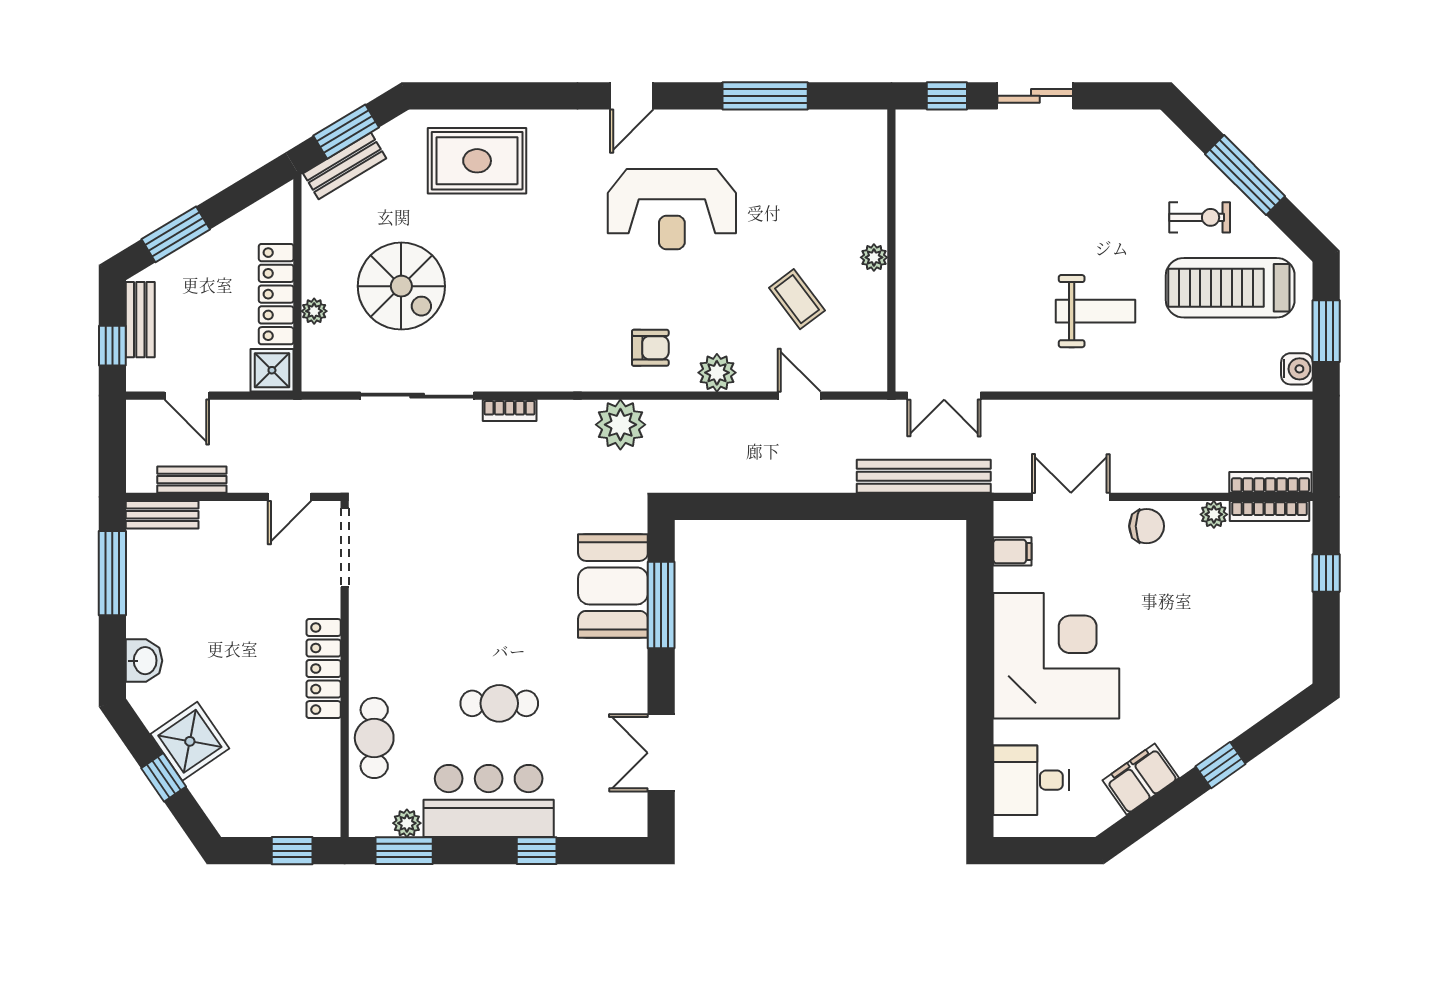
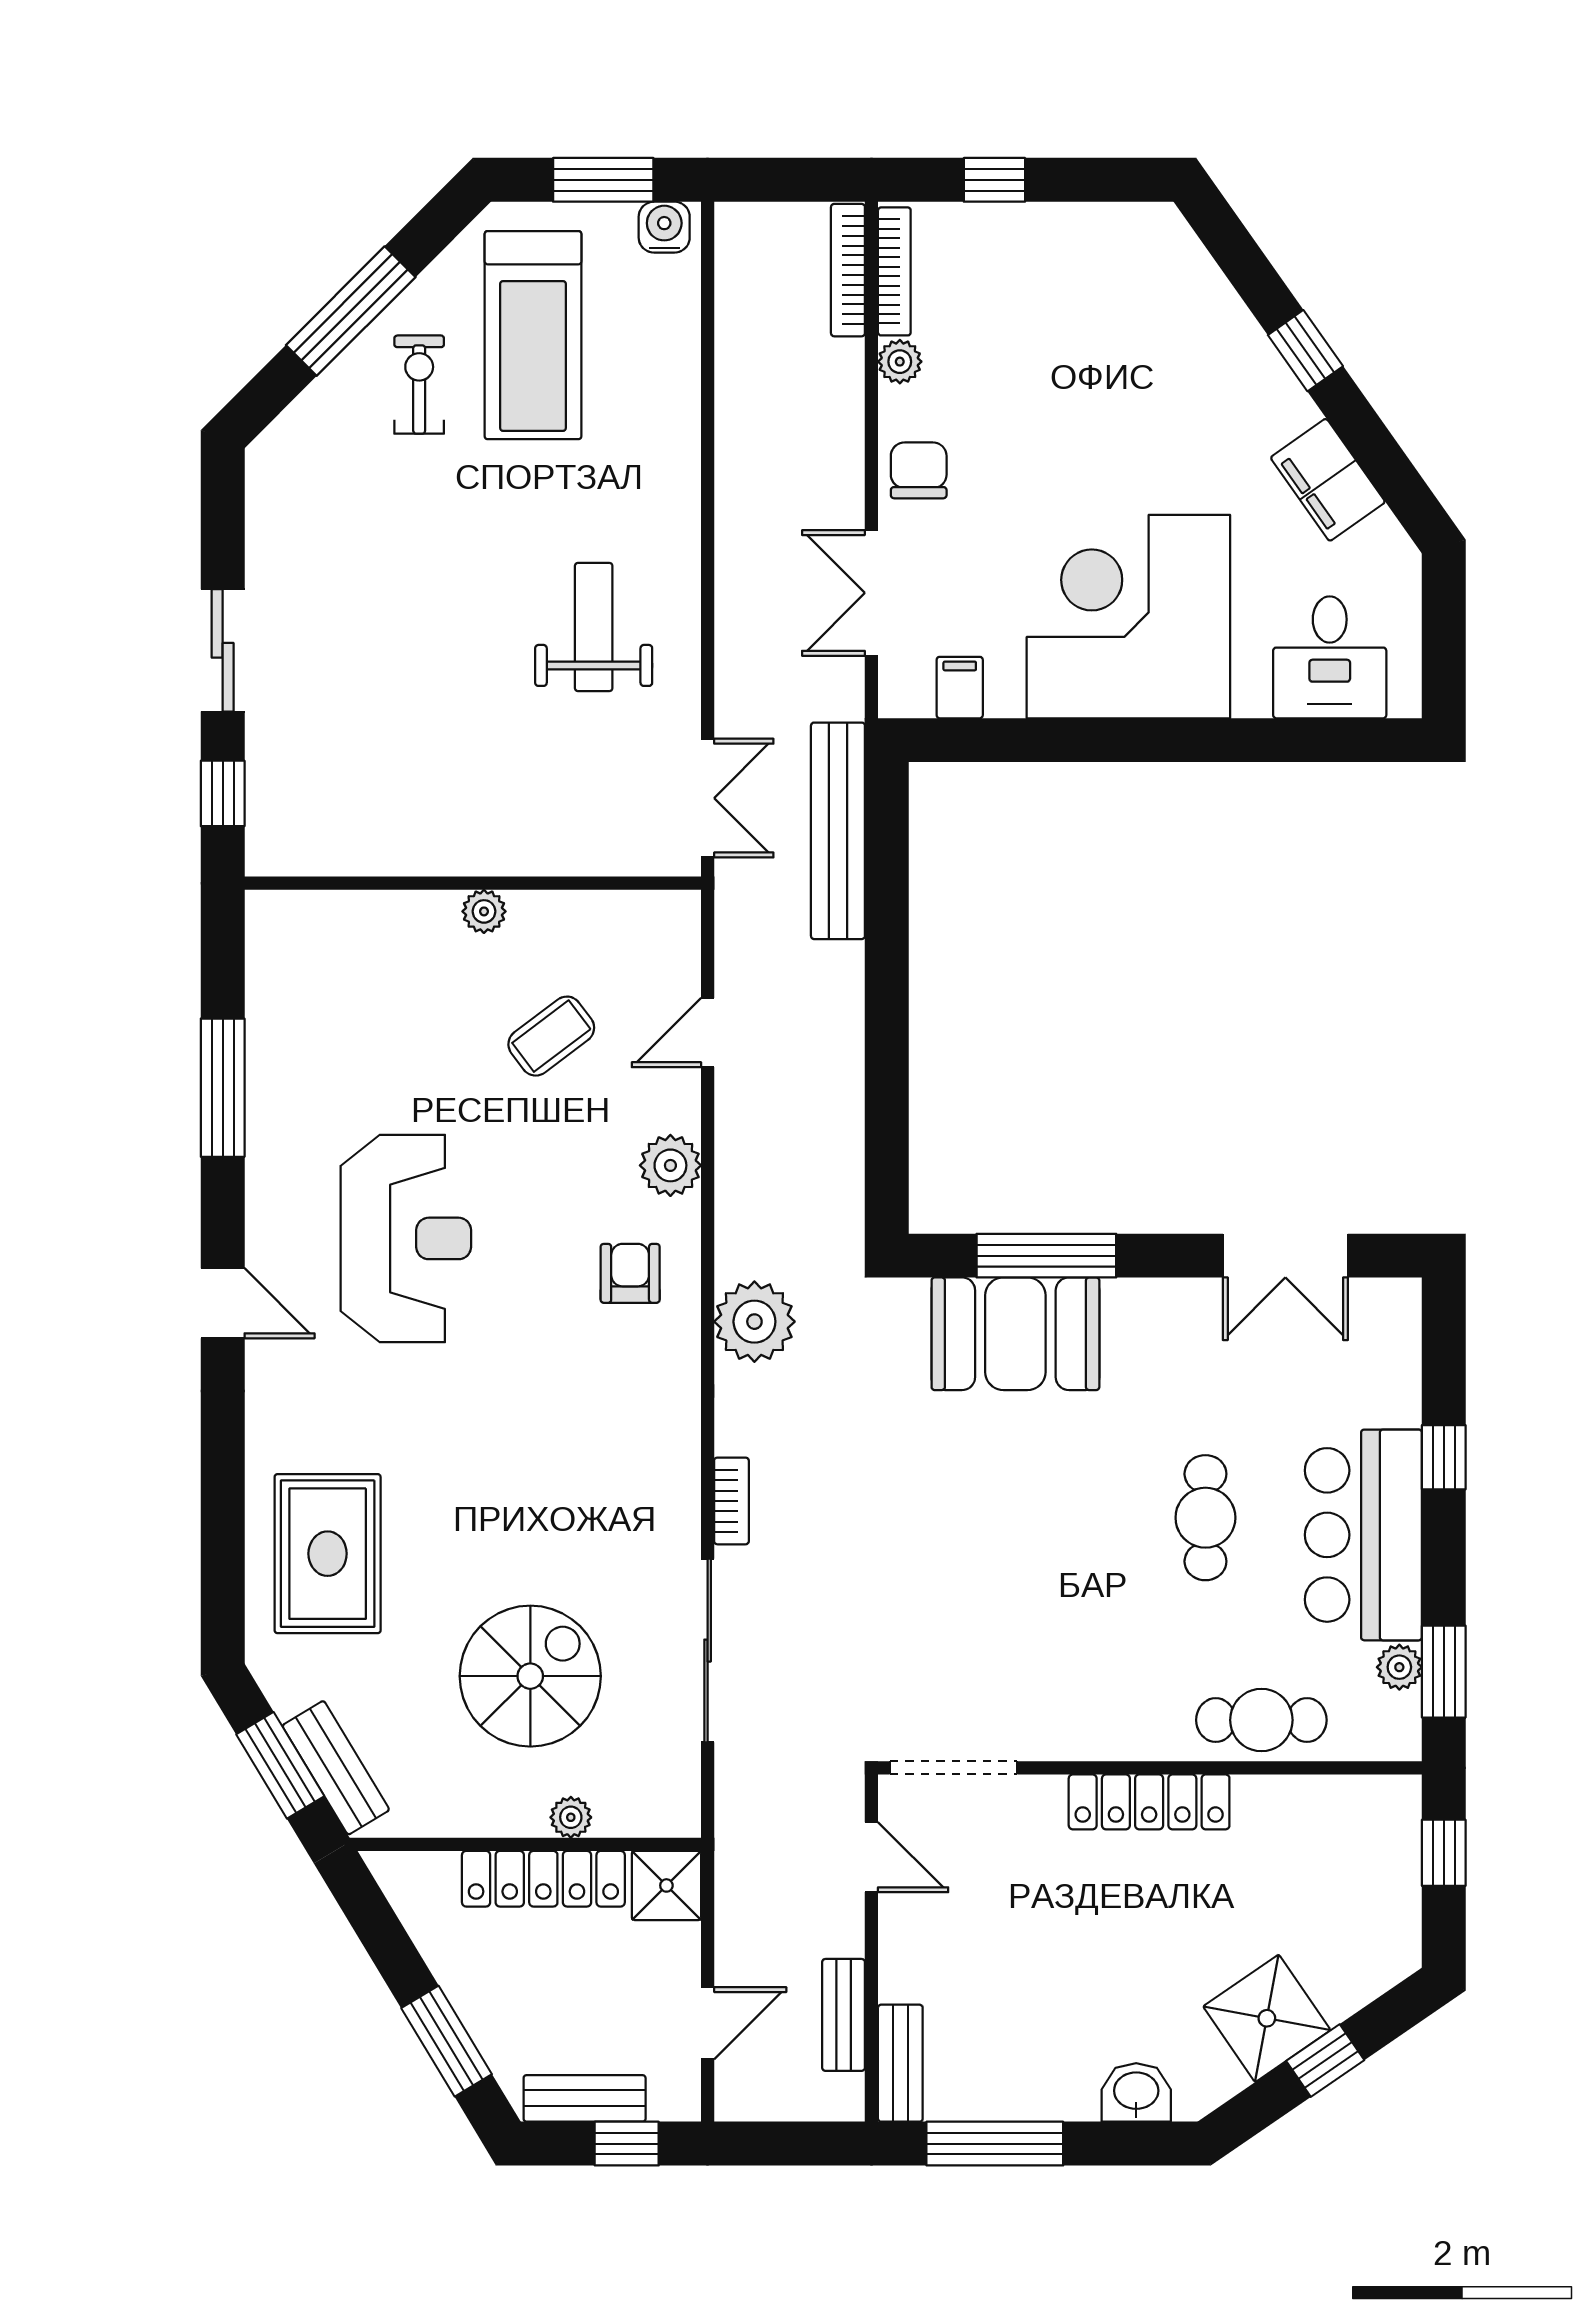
weight bench: (1095, 311) -> (594, 627), moved

